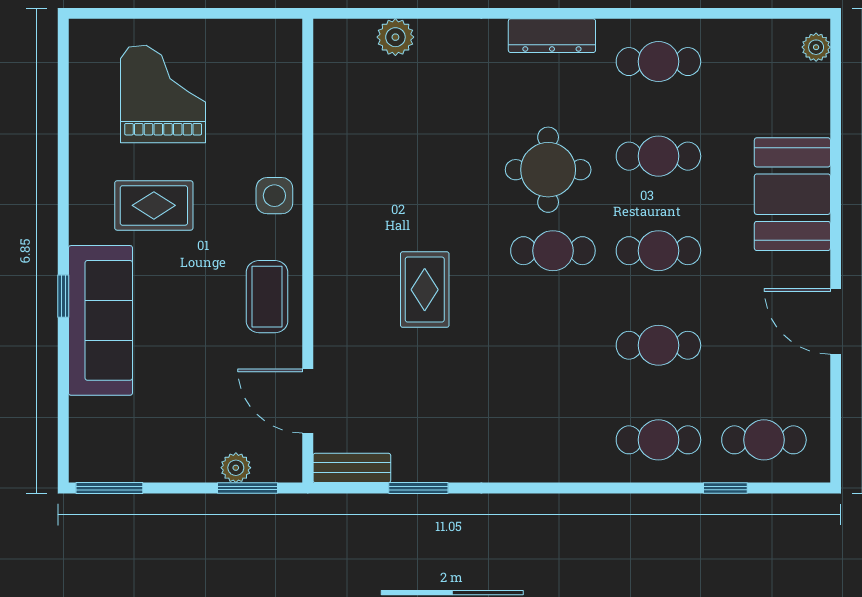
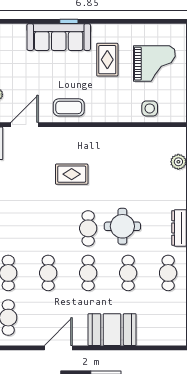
plant: (816, 47) -> (174, 340), removed
side table: (274, 196) -> (150, 108), moved

